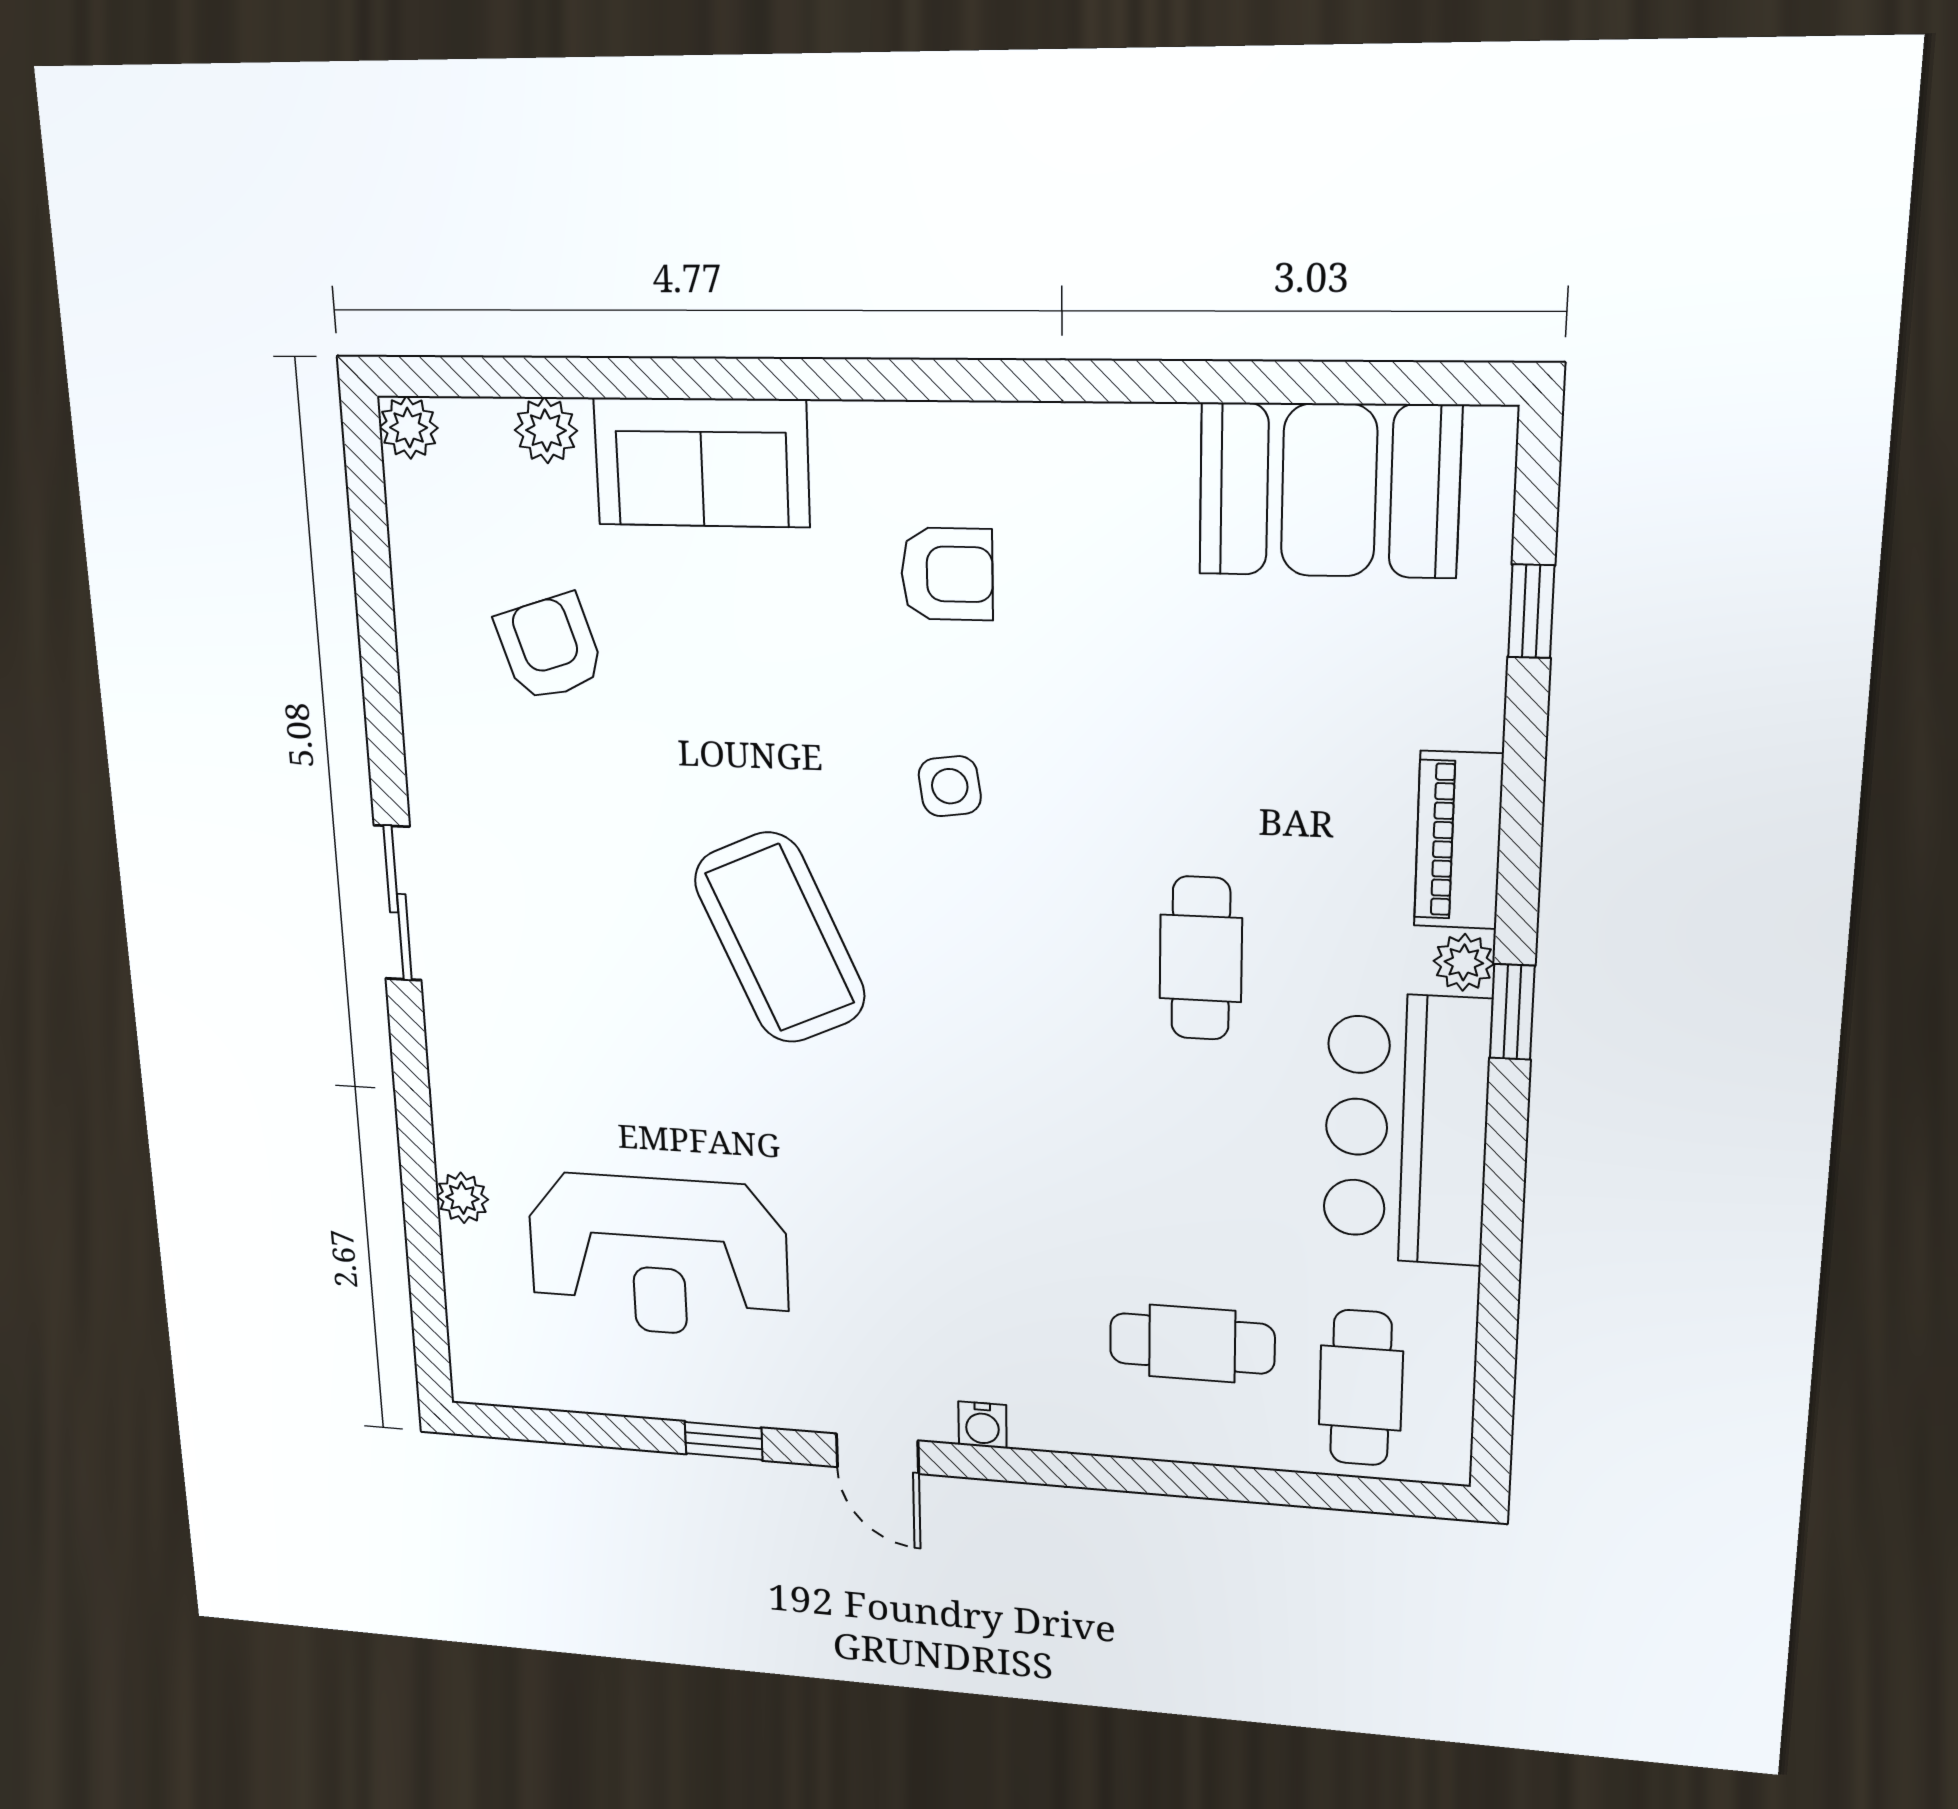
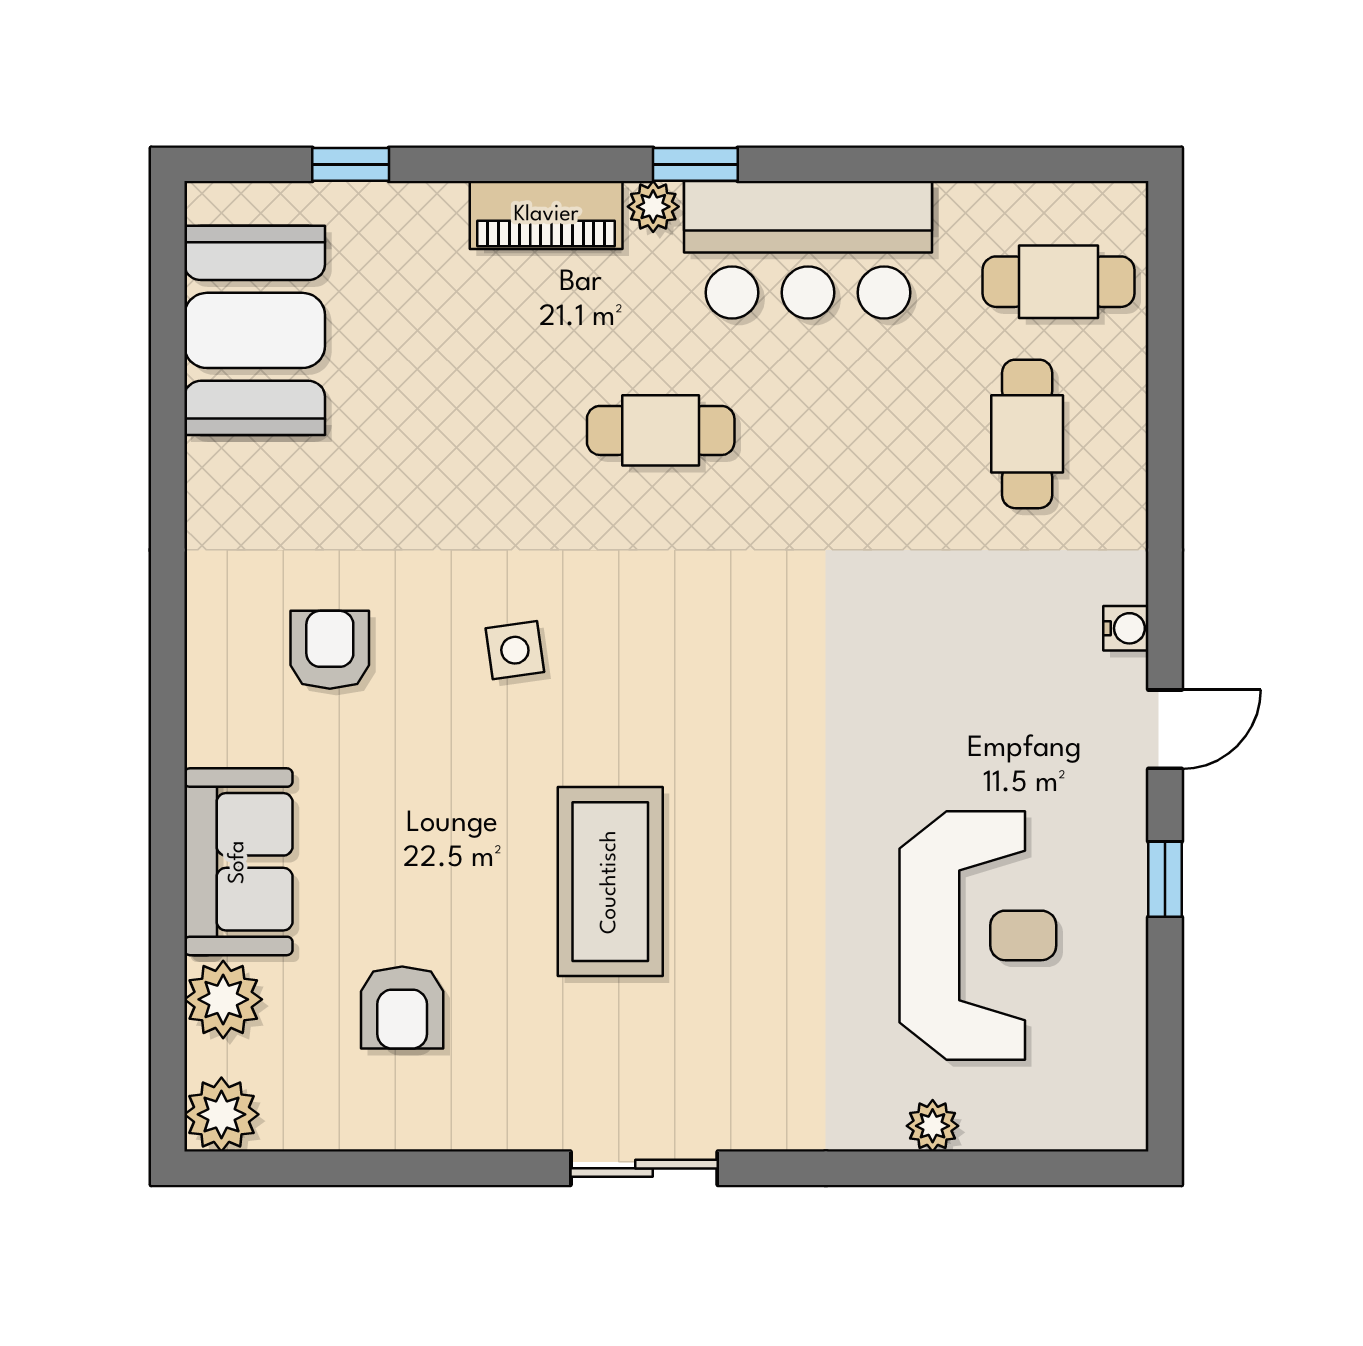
plant: (409, 428) -> (221, 1114), width x1.38, depth x1.38
plant: (546, 430) -> (223, 999), width x1.38, depth x1.38
armchair: (550, 648) -> (402, 1008), turned -72
coffee table: (780, 938) -> (610, 882), moved, turned -66

